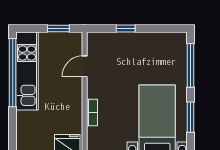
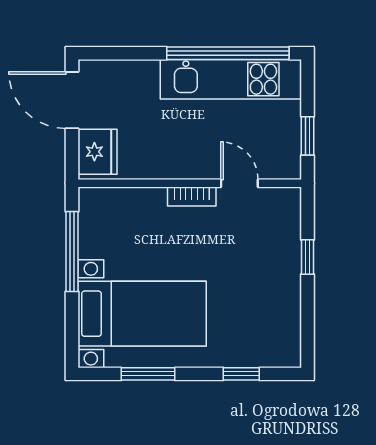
window: (191, 65) -> (241, 374), width x0.46
bookcase: (92, 113) -> (192, 196), moved

